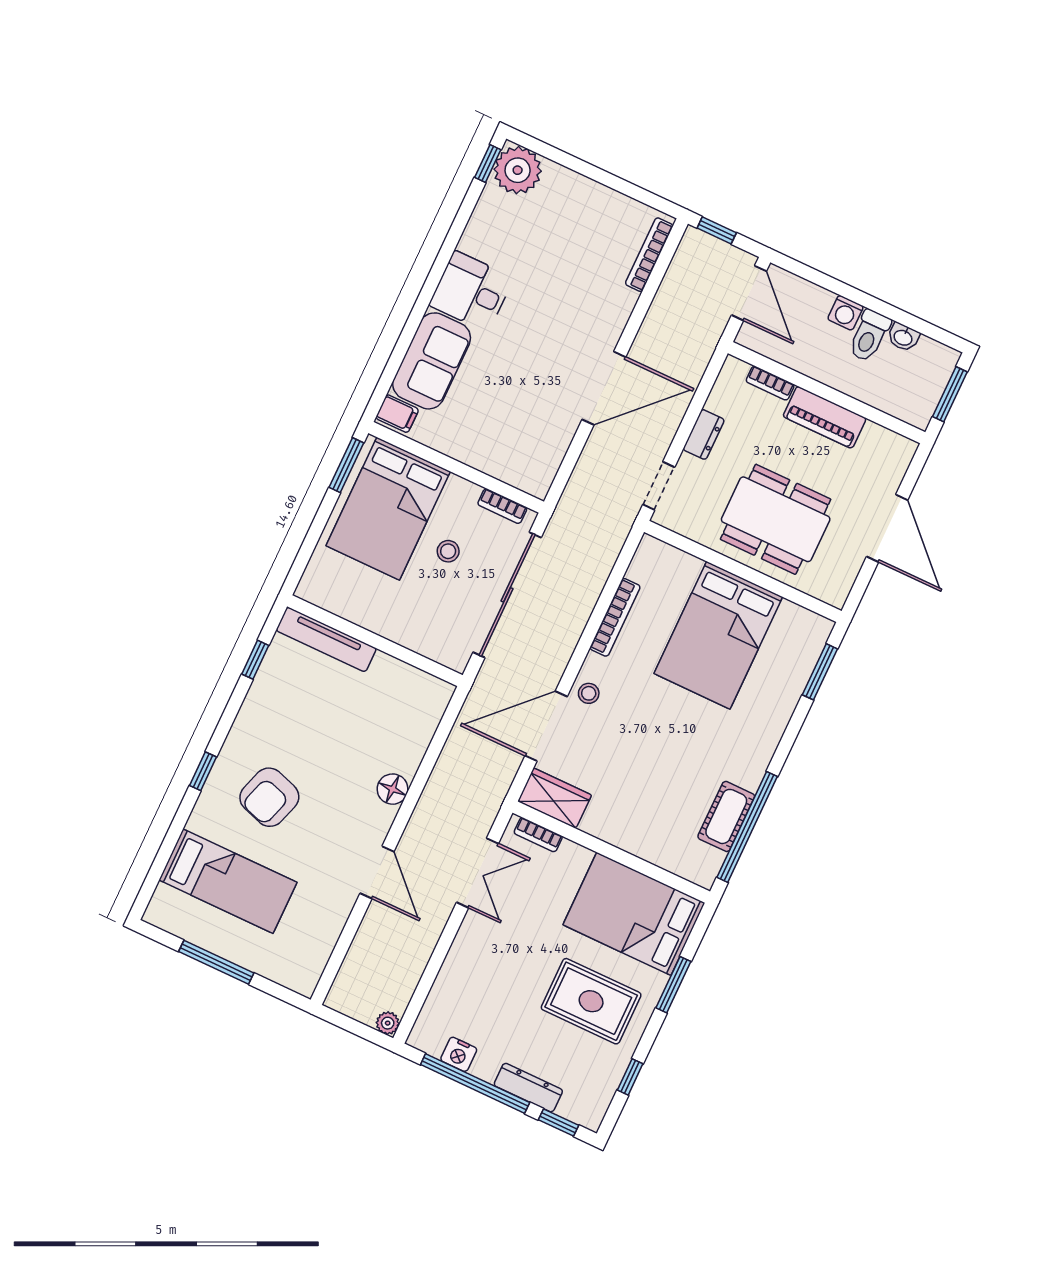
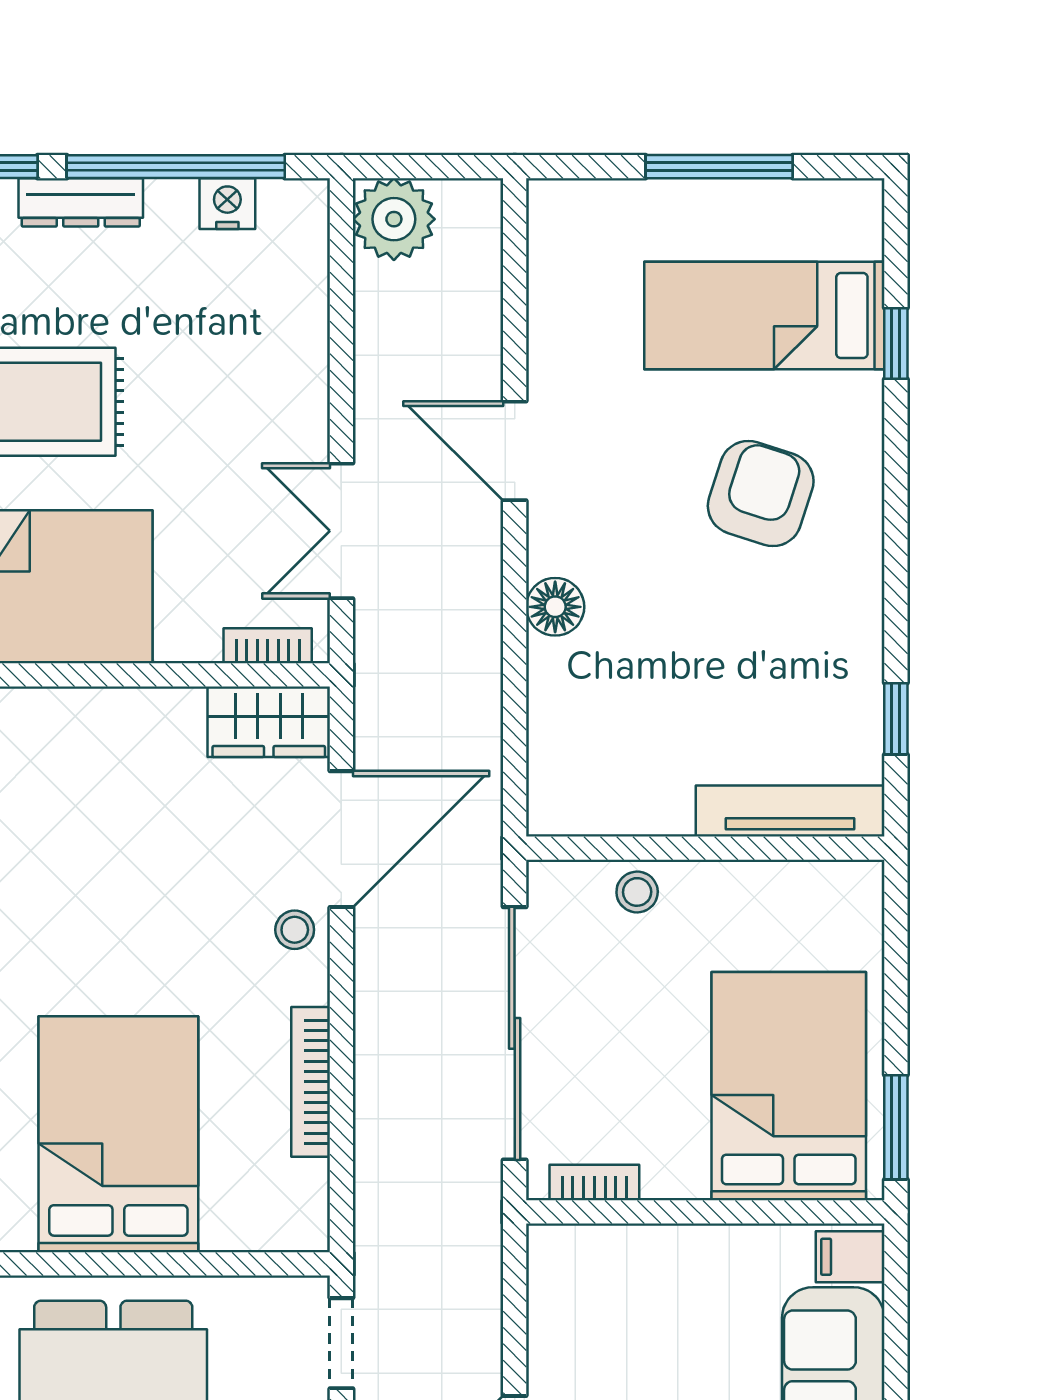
stool: (448, 551) -> (637, 892), moved
window: (203, 771) -> (896, 343), moved
plant: (388, 1023) -> (394, 219), width x1.87, depth x1.87

